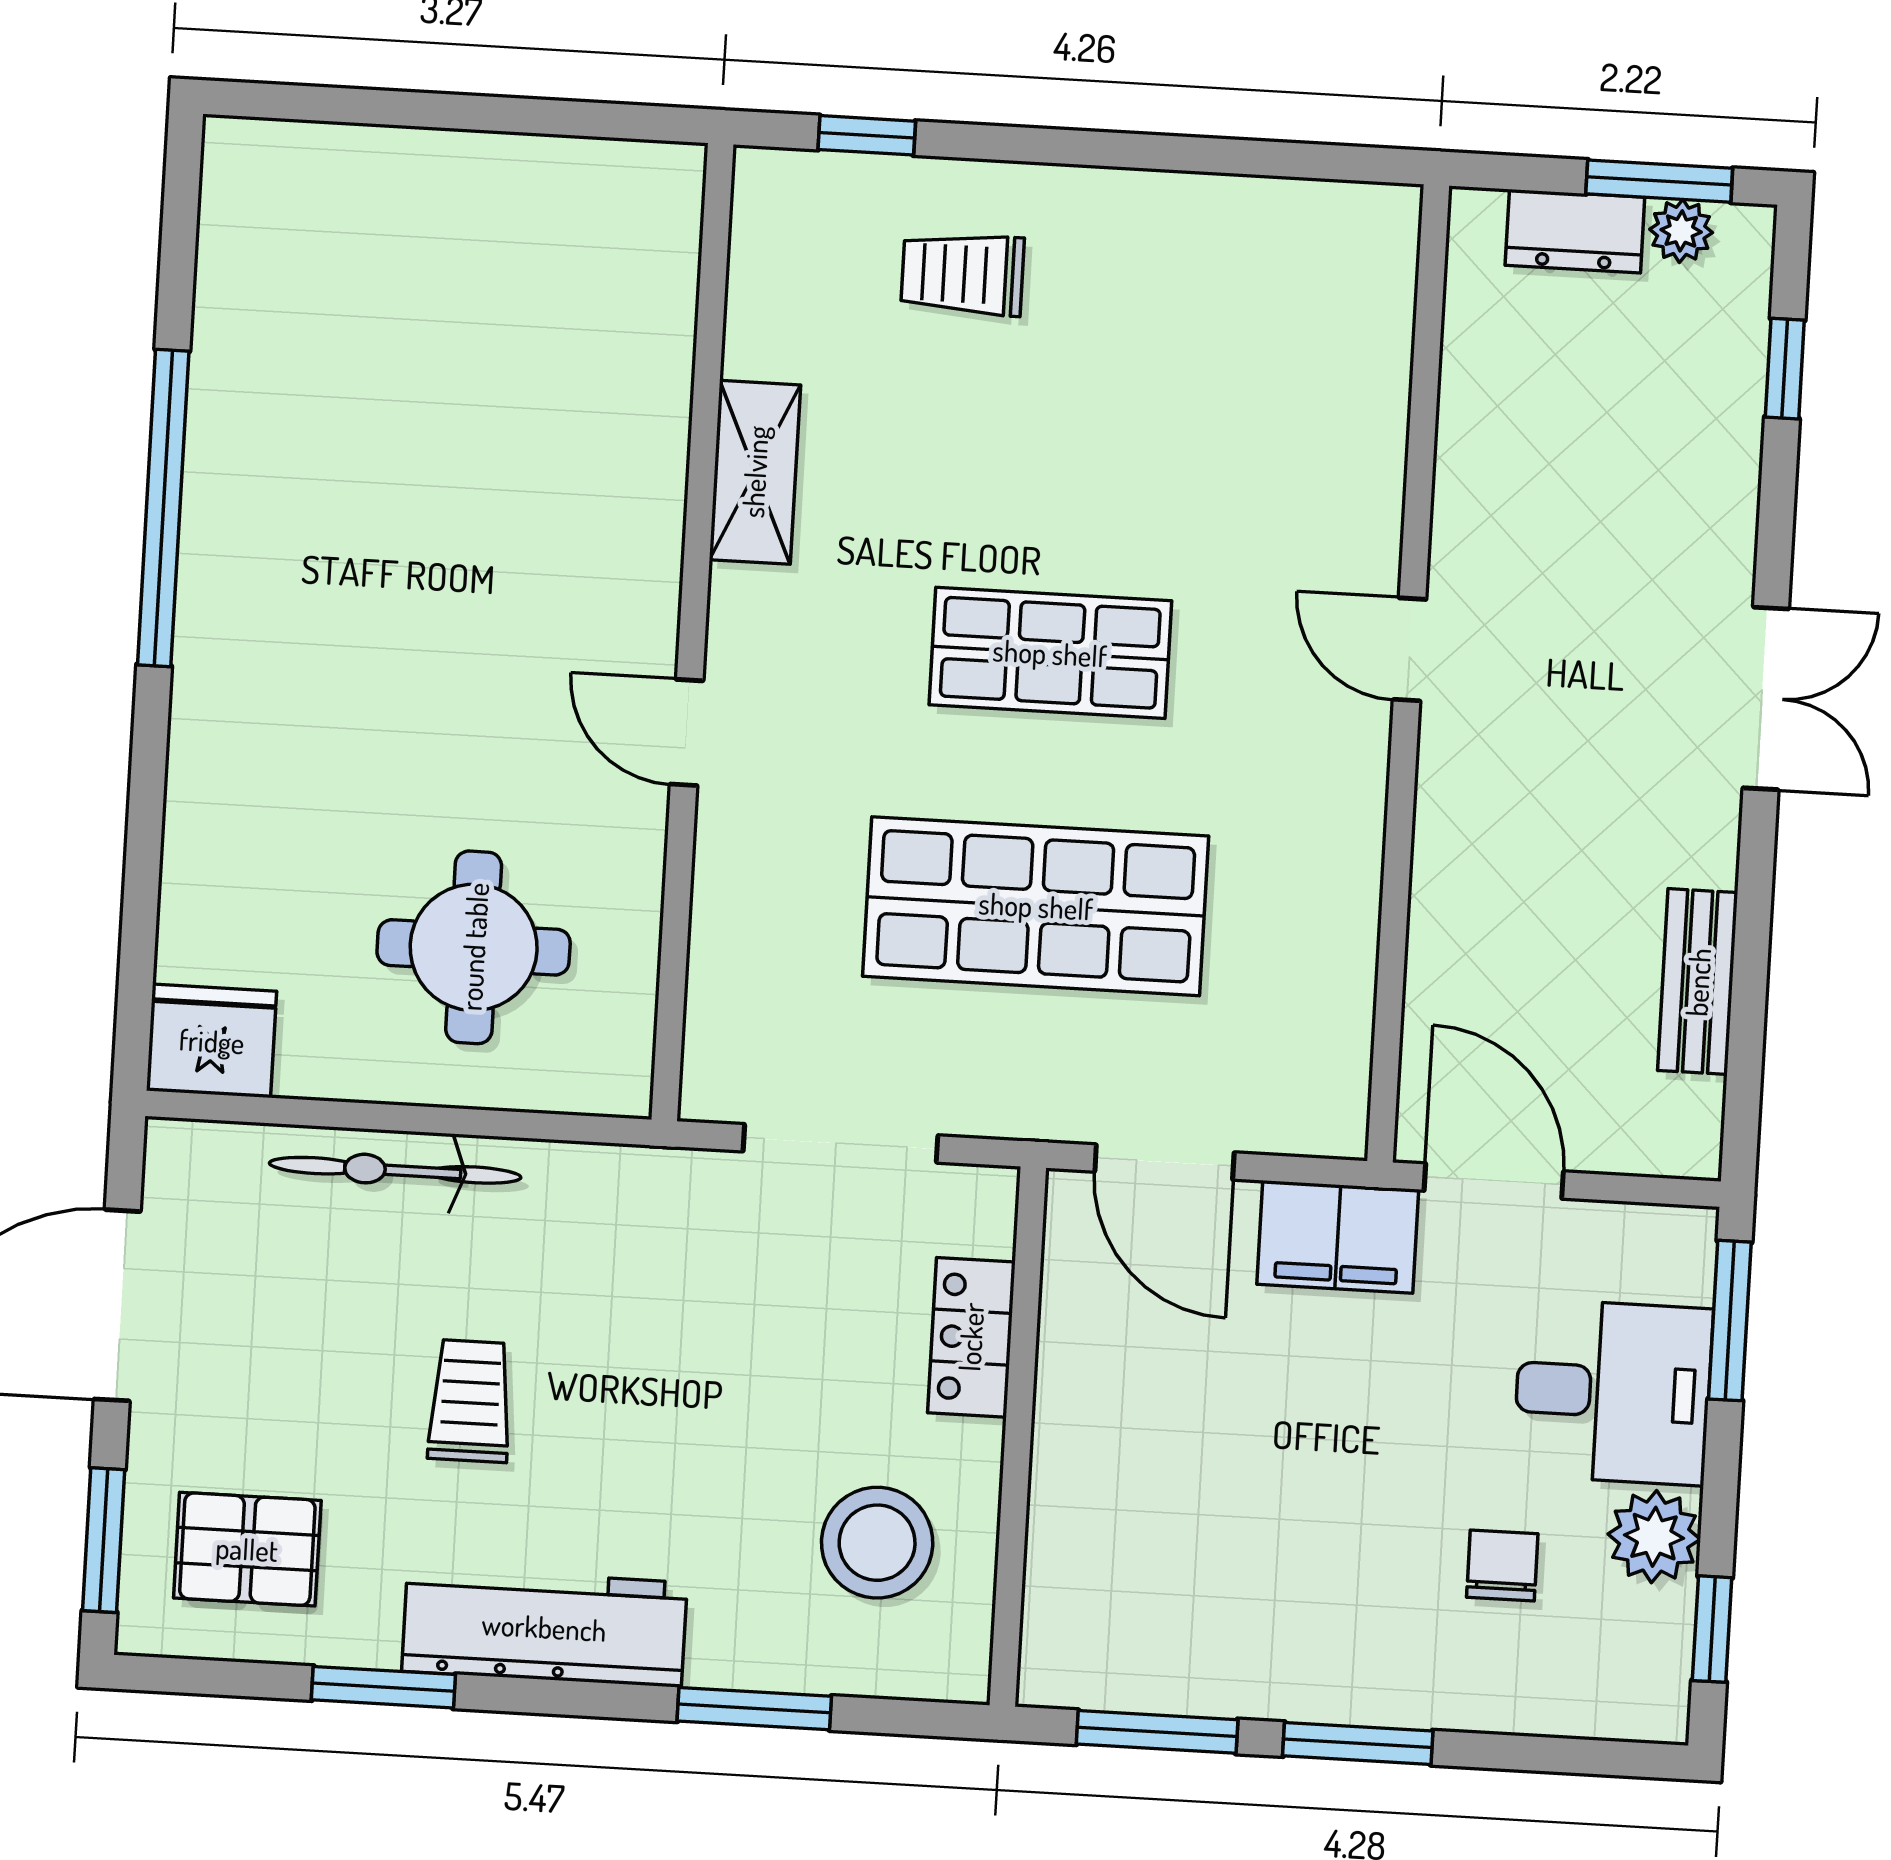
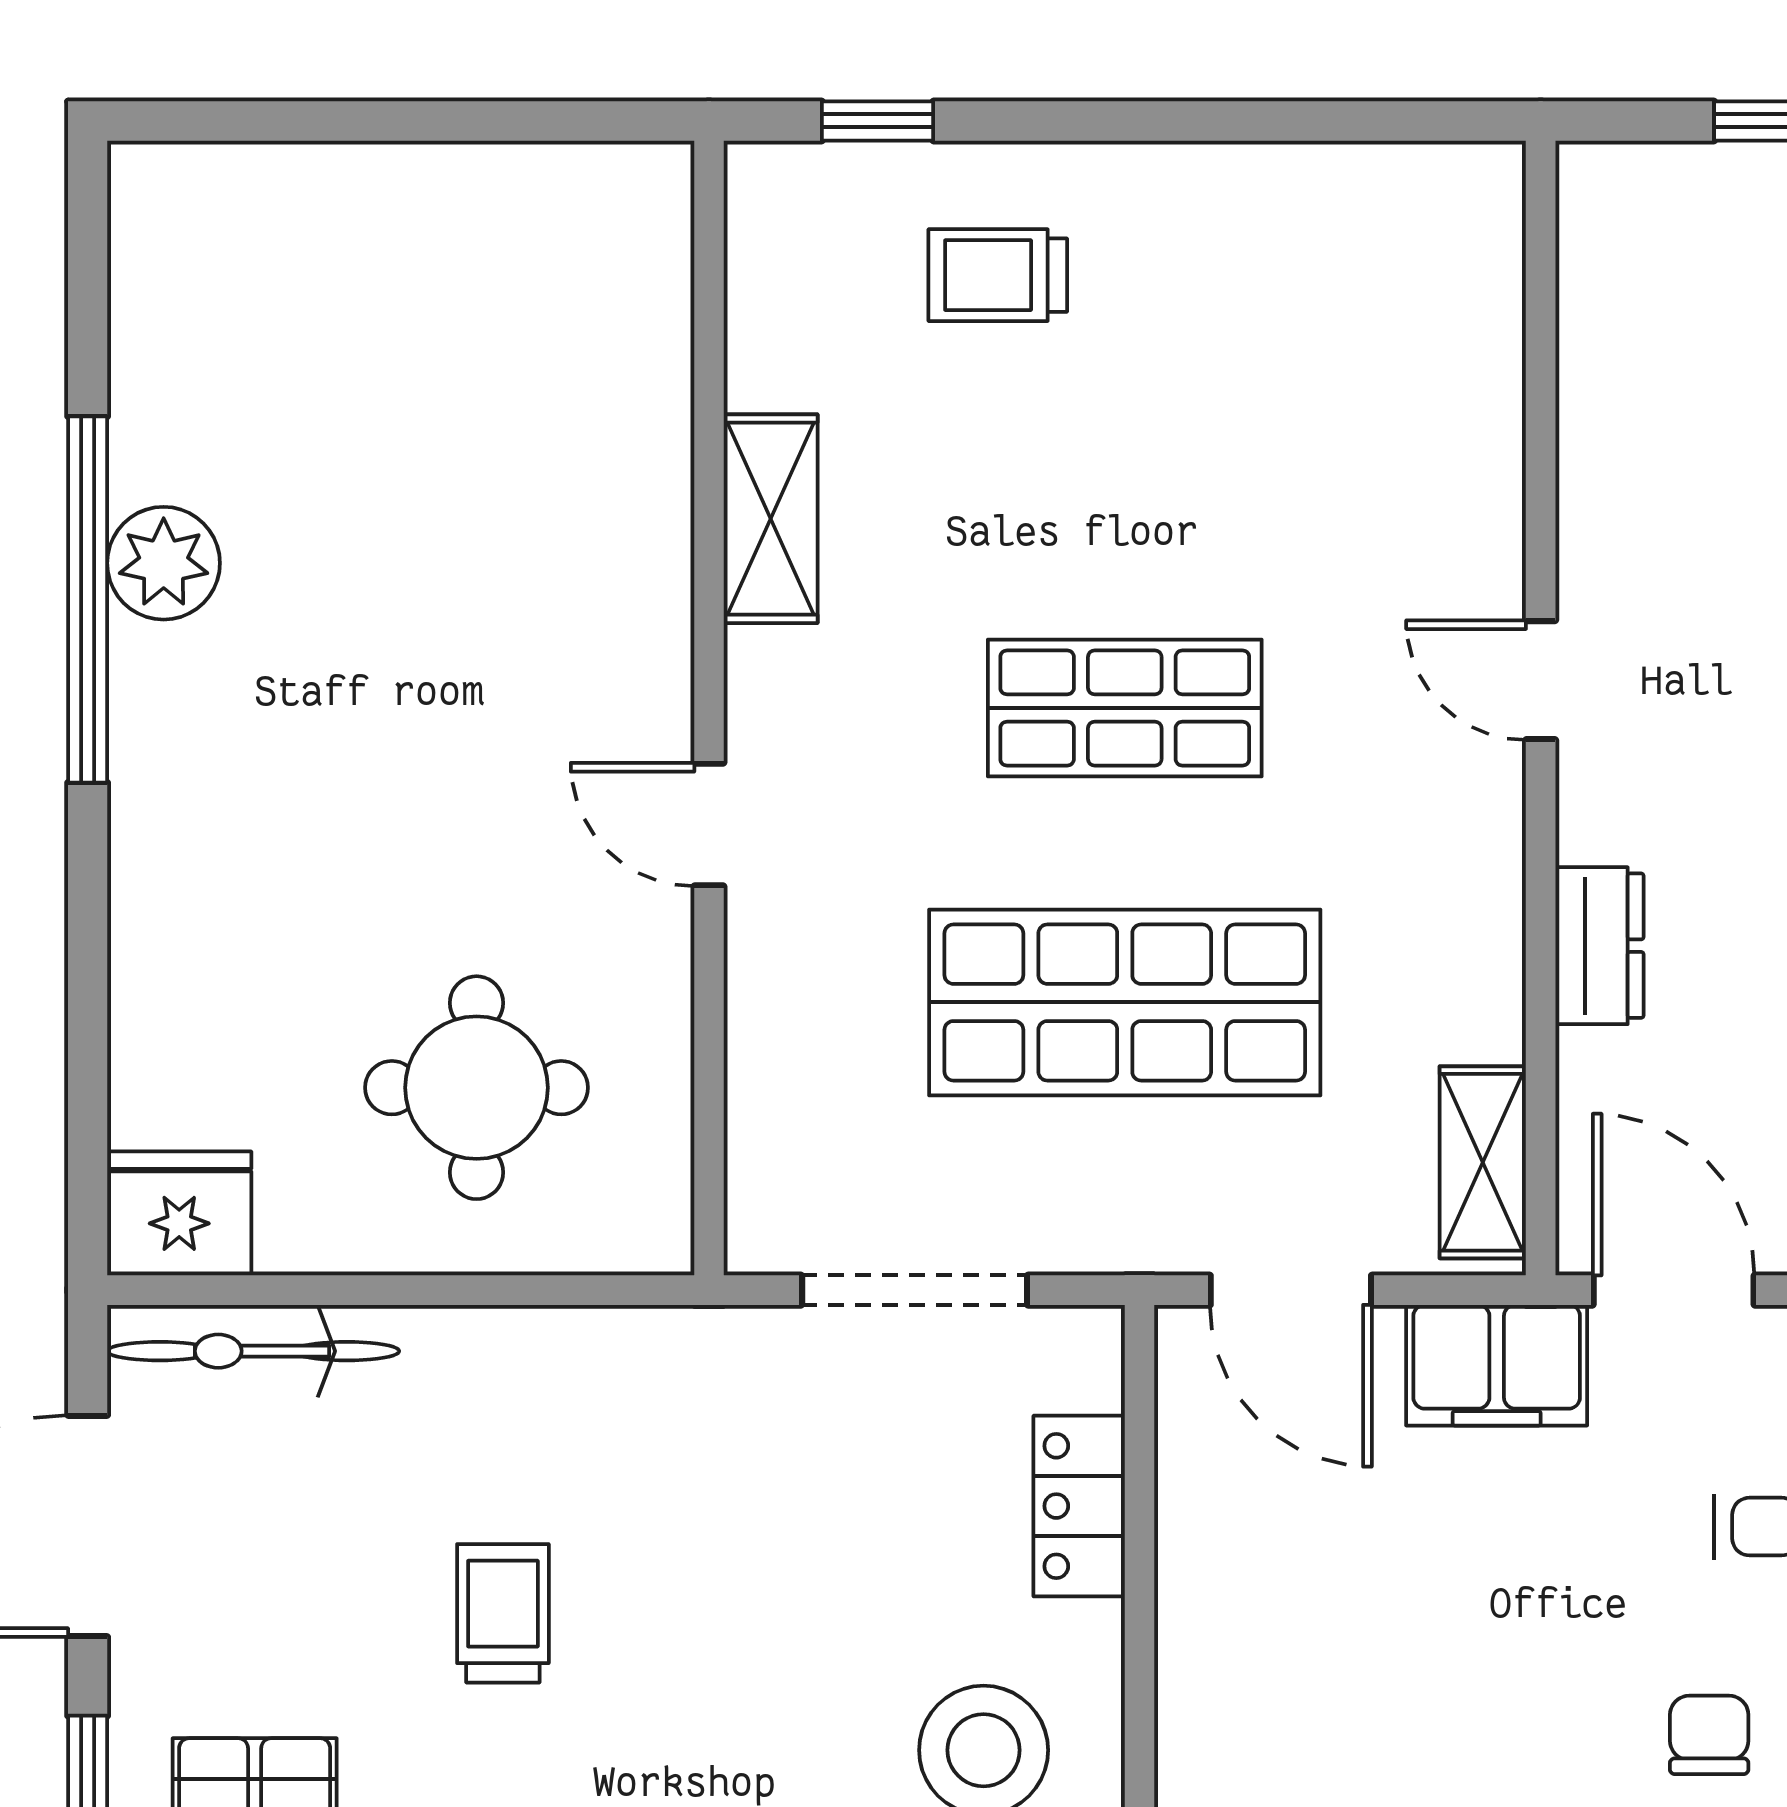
dresser: (1575, 231) -> (1599, 946), moved, turned -90
plant: (230, 480) -> (164, 563), added
shelving: (1336, 1062) -> (1483, 1162), added
bicycle: (395, 1170) -> (253, 1351), moved

